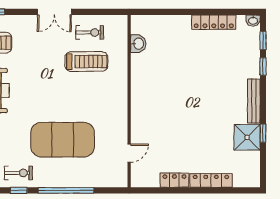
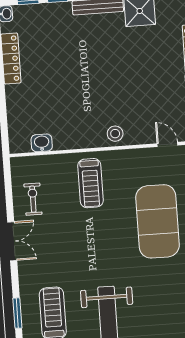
treadmill: (86, 62) -> (90, 183), moved, turned 180
stool: (142, 108) -> (115, 134), added

